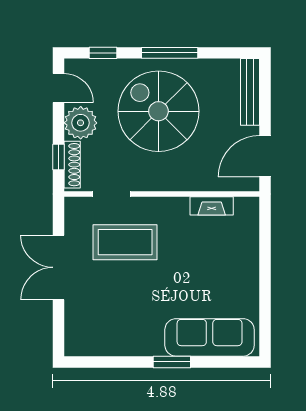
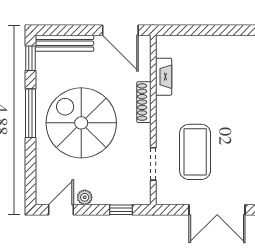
window: (103, 53) -> (31, 58), moved
spiral stairs: (158, 111) -> (81, 123), turned 90
plant: (81, 123) -> (85, 197), width x0.53, depth x0.53
shoe rack: (72, 165) -> (144, 102), moved, turned -90

